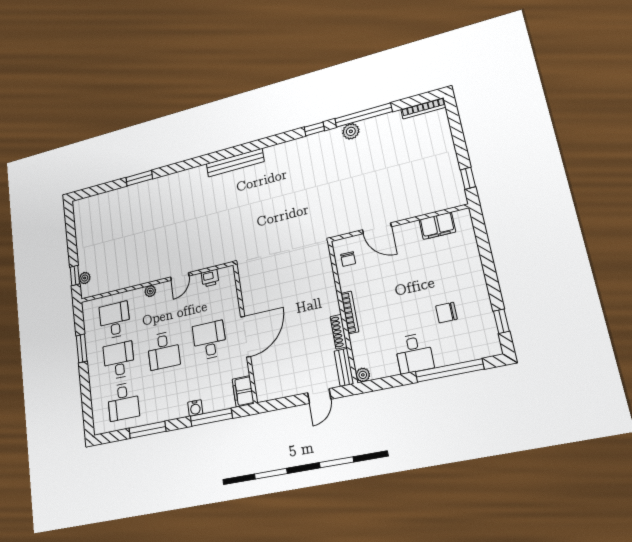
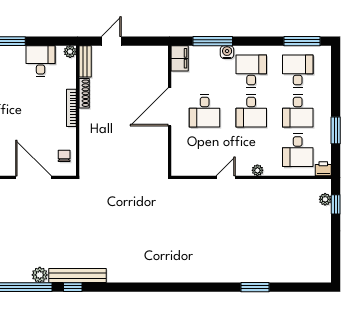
bench: (235, 163) -> (77, 276), moved
door: (377, 228) -> (34, 177), width x1.36
printer: (210, 278) -> (323, 169), moved
desk: (164, 350) -> (251, 111), turned 180
desk: (414, 353) -> (41, 61), moved
desk: (169, 392) -> (251, 71), added
window: (148, 430) -> (302, 41), moved

